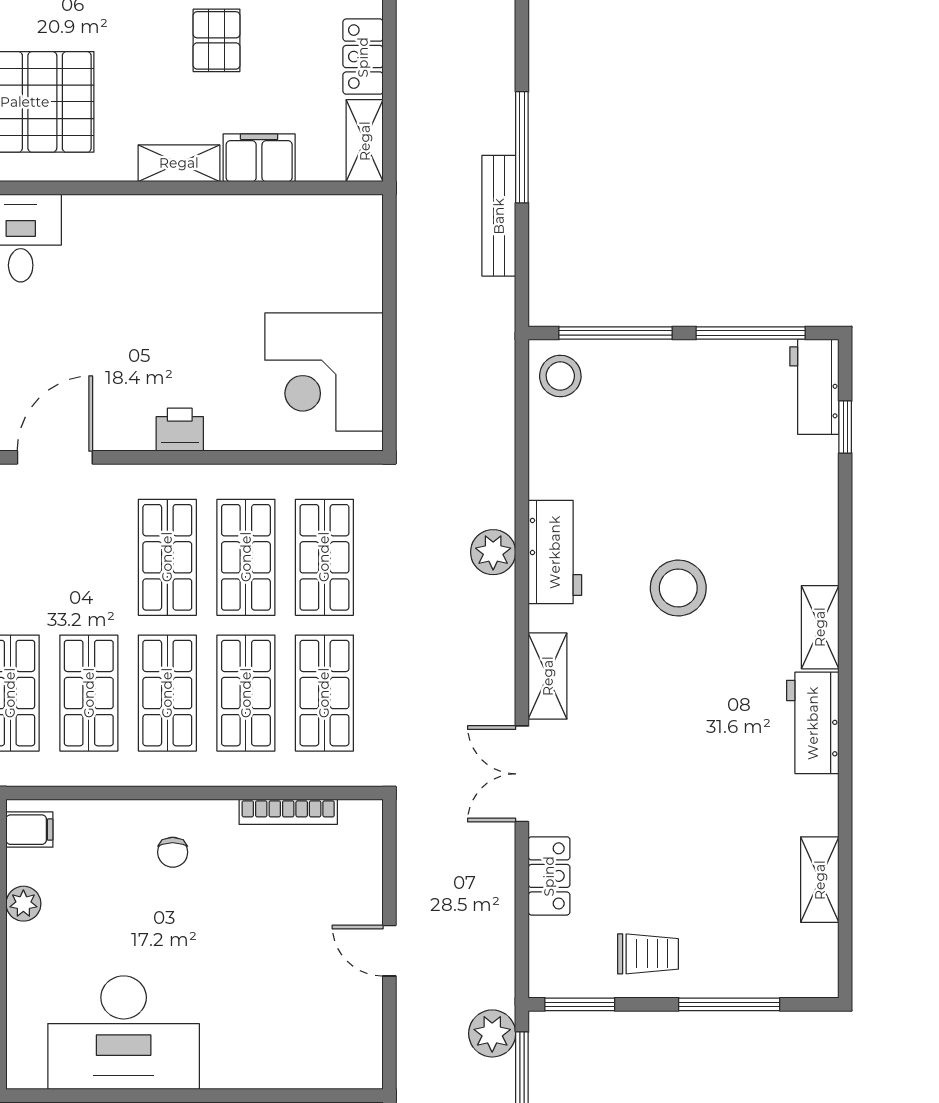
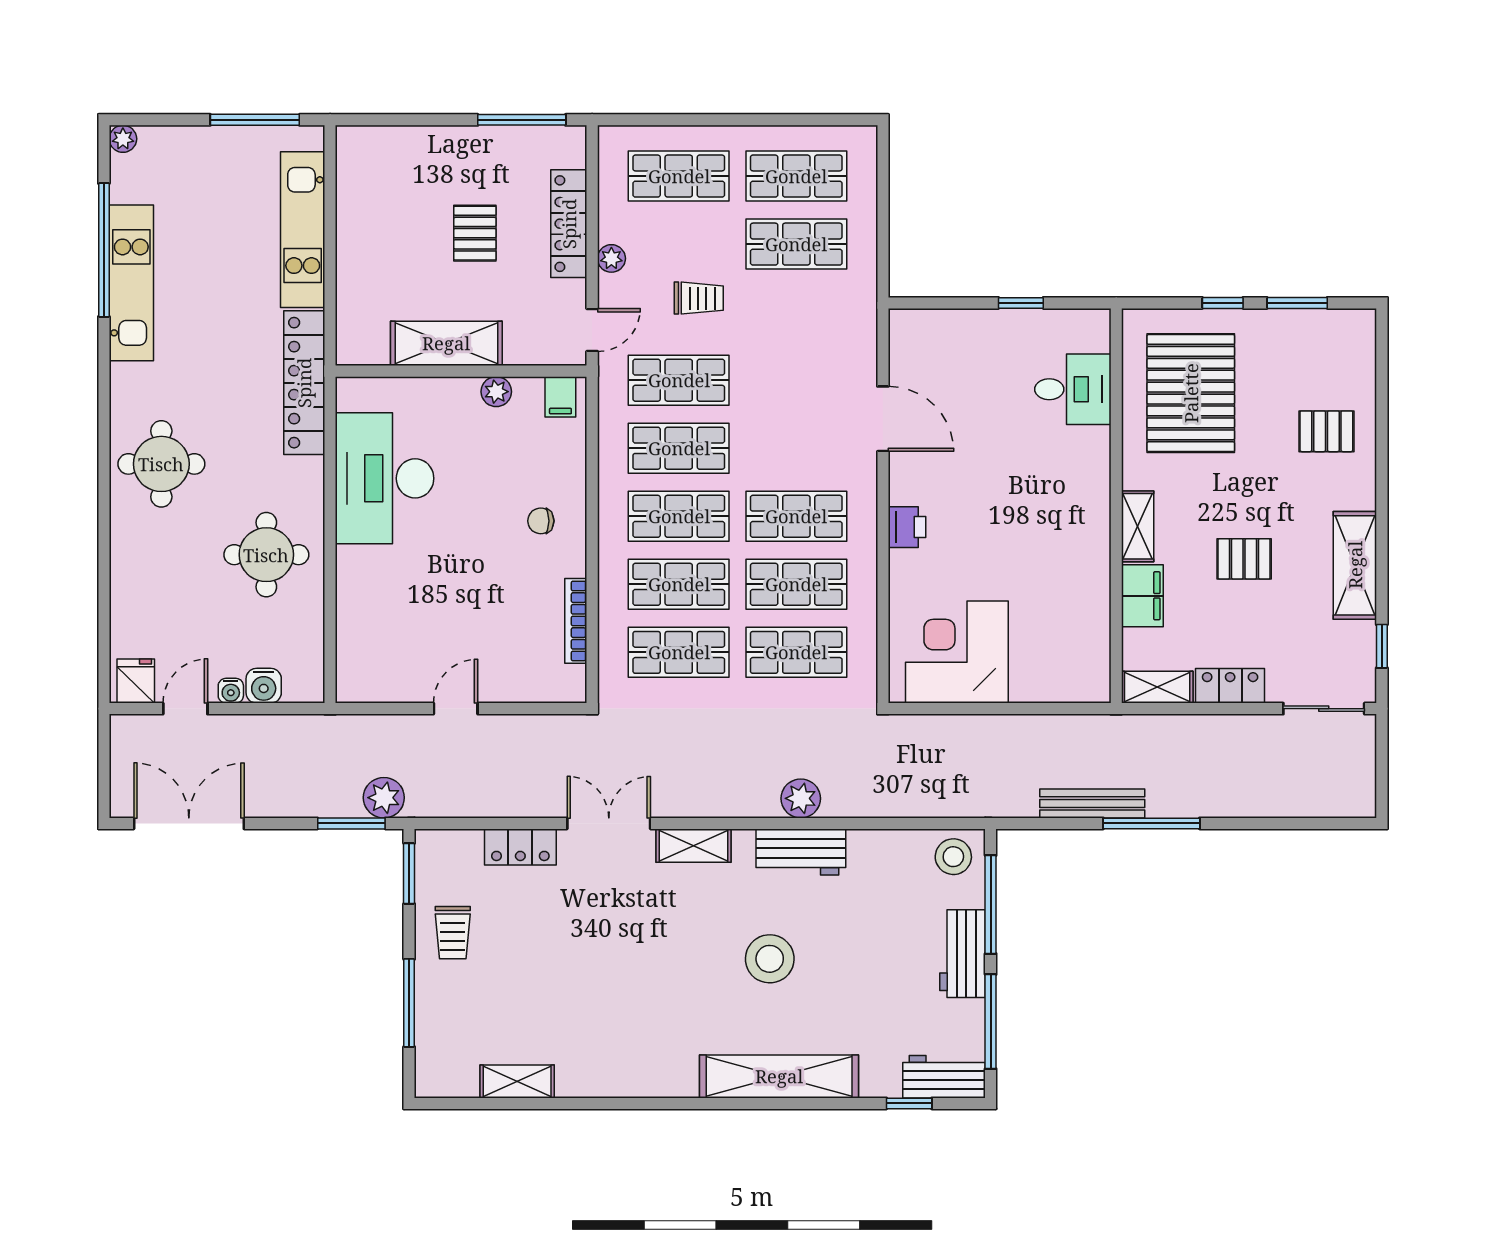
shelving: (820, 627) -> (779, 1076), width x2.20, depth x1.33
workbench: (813, 723) -> (963, 954), moved, turned -90

